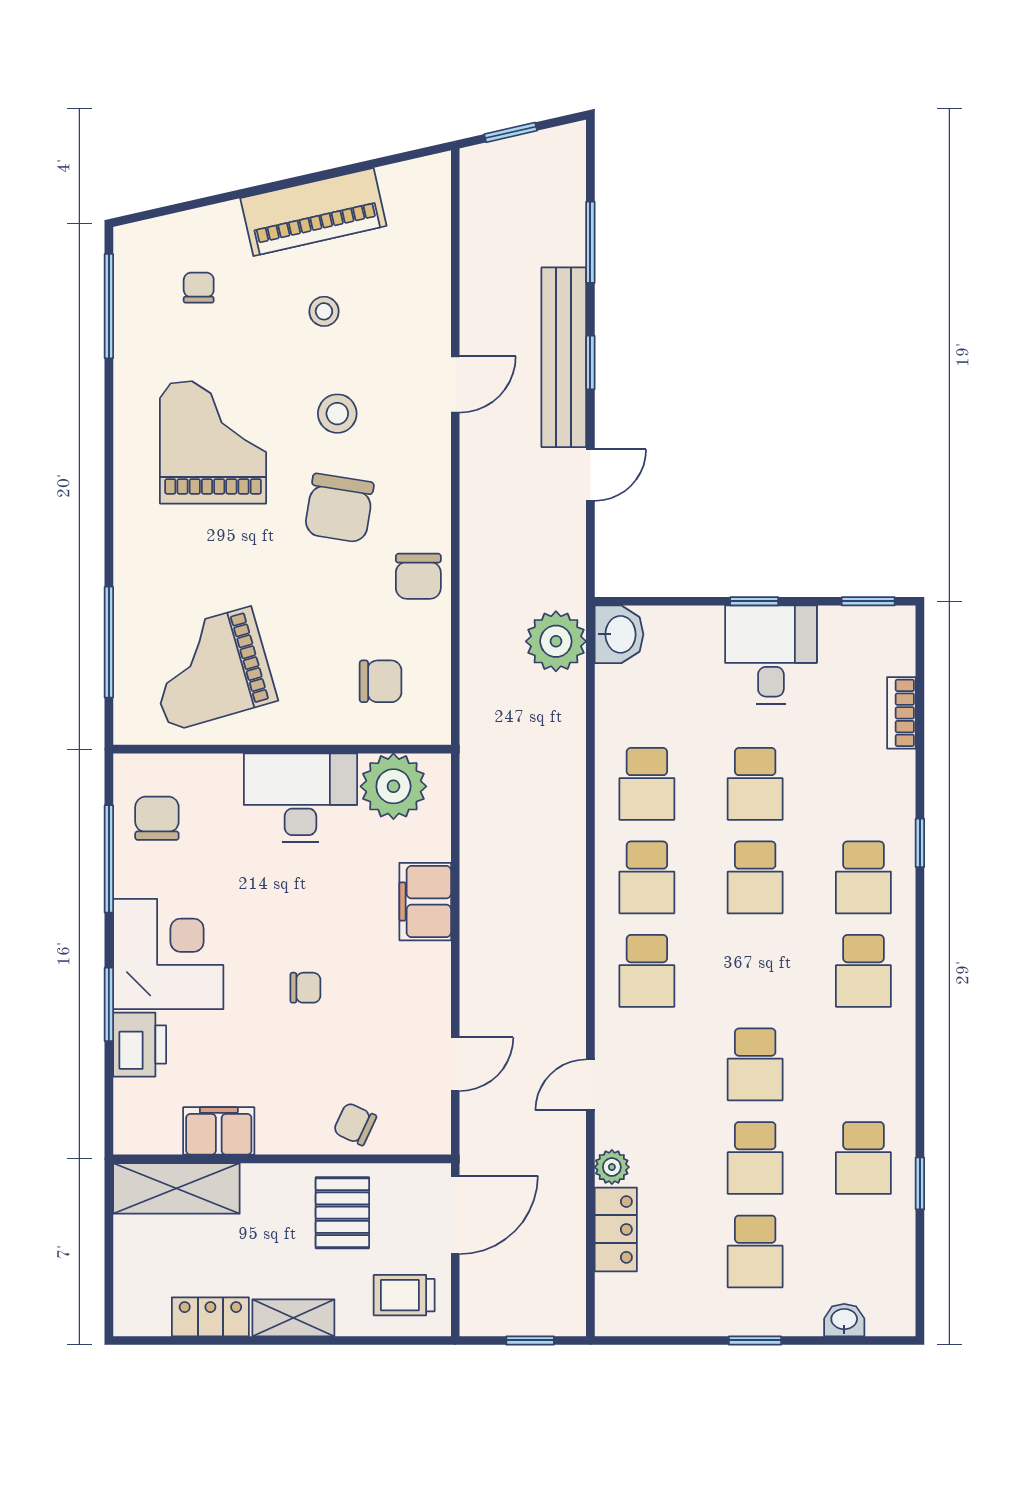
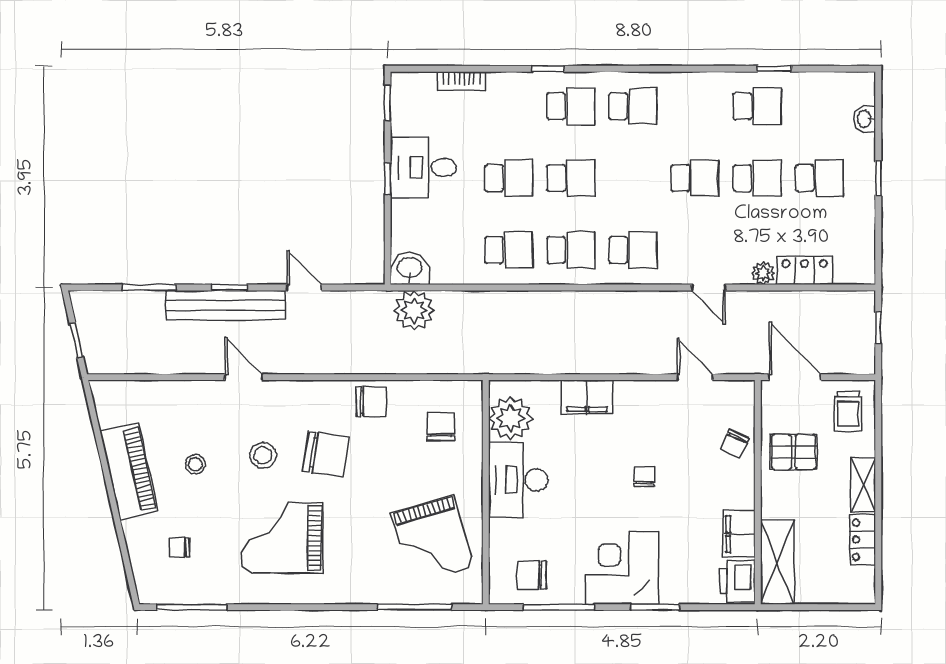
printer: (140, 1045) -> (737, 581), moved, turned -90

